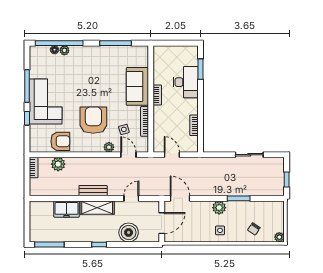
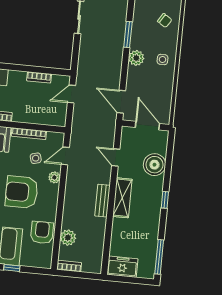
door: (172, 155) -> (71, 94), moved
door: (180, 198) -> (121, 102), hinge flipped
freezer: (67, 209) -> (122, 267), moved, turned -90

